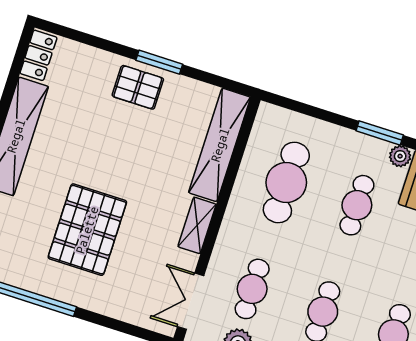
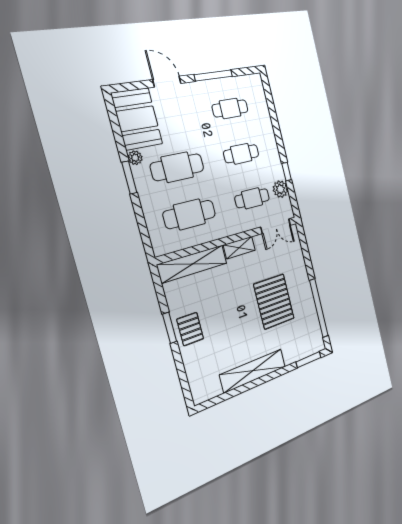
locker: (38, 55) -> (207, 393), removed
cafe table: (357, 205) -> (177, 167), width x1.37, depth x1.35
pallet: (87, 230) -> (274, 301), turned 90

